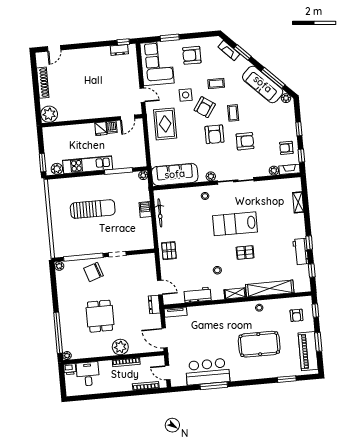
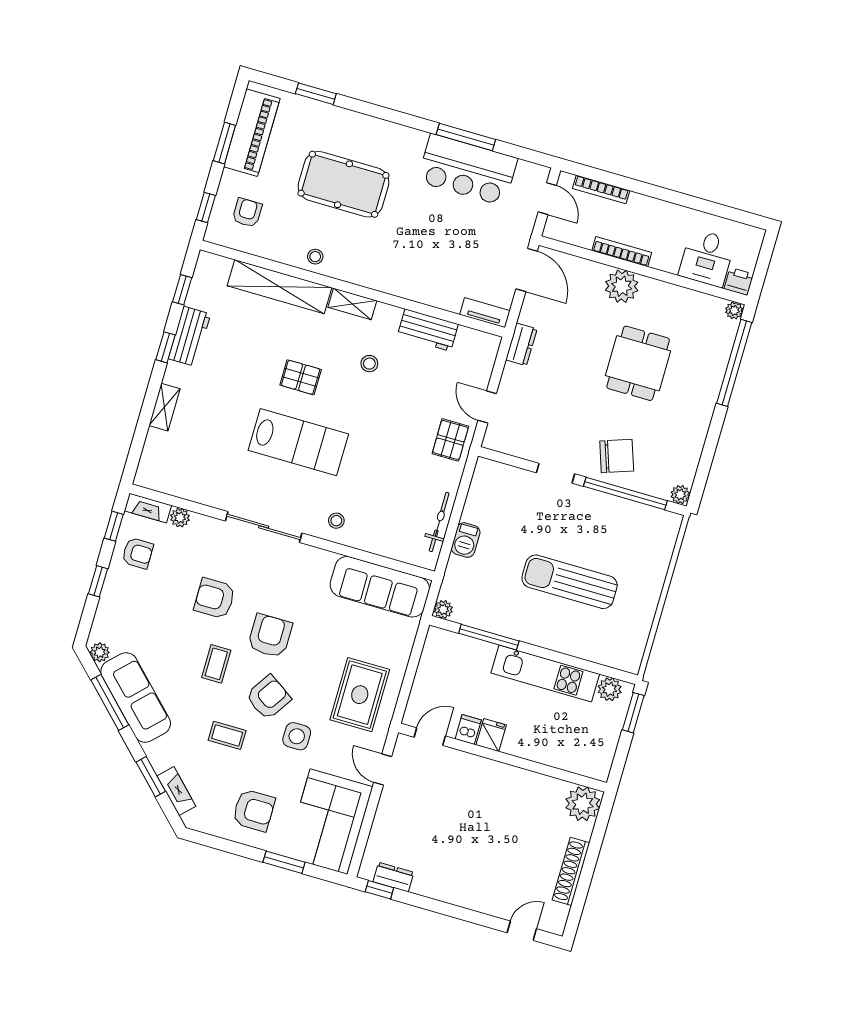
plant: (211, 176) -> (310, 555), removed
shelving: (298, 202) -> (165, 407), moved
door: (160, 288) -> (487, 407), moved

